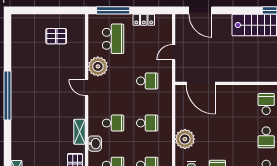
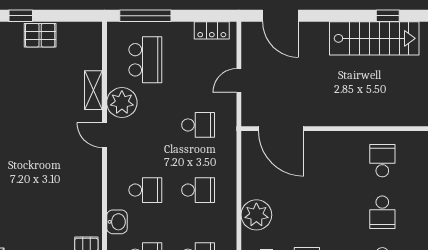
window: (33, 10) -> (21, 16), added
locker: (144, 20) -> (212, 30), moved
pallet: (56, 36) -> (40, 35), moved
shelving: (80, 132) -> (93, 90), moved

